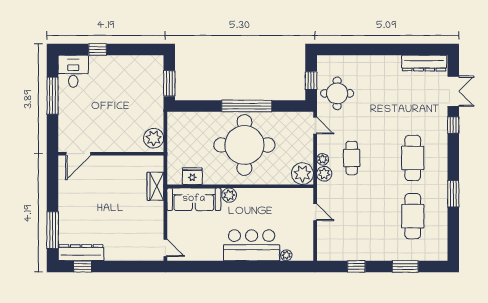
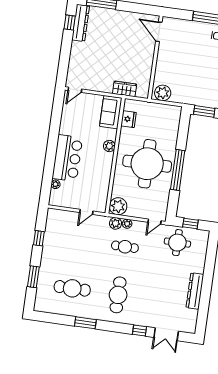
dresser: (424, 63) -> (195, 291), moved
cafe table: (413, 158) -> (118, 295), turned 90
sofa: (194, 199) -> (111, 112), width x0.73

